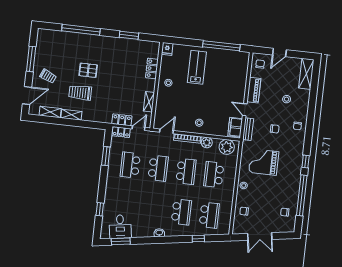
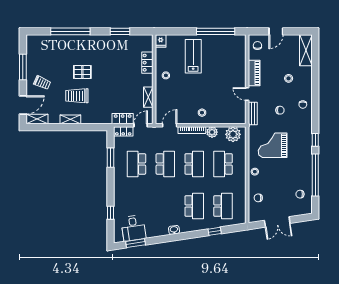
shelving: (50, 112) -> (37, 119), moved
filing cabinet: (235, 127) -> (239, 113), removed

